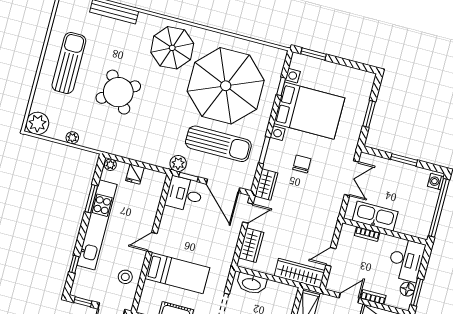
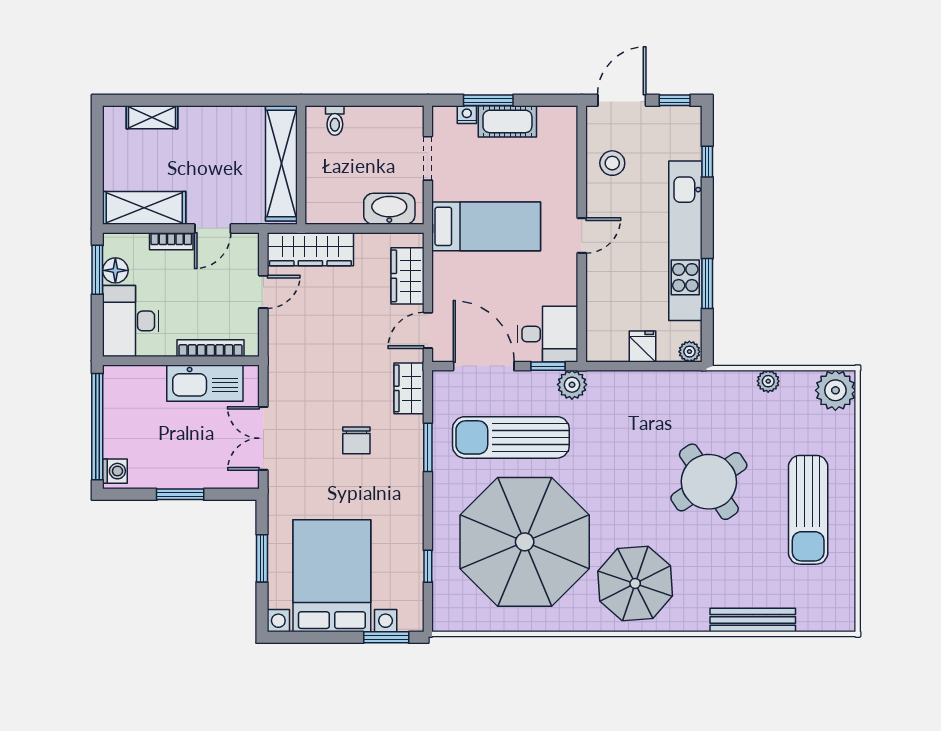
bed with nightstands: (309, 111) -> (332, 576), moved, turned 90
bookcase: (367, 234) -> (210, 348), width x1.56
bed: (177, 273) -> (486, 226), moved, turned 180

